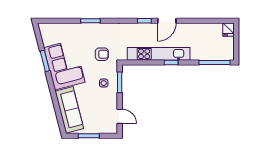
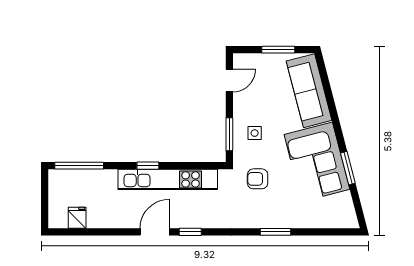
fridge: (228, 30) -> (77, 218), moved
door: (120, 116) -> (229, 80), swing flipped

